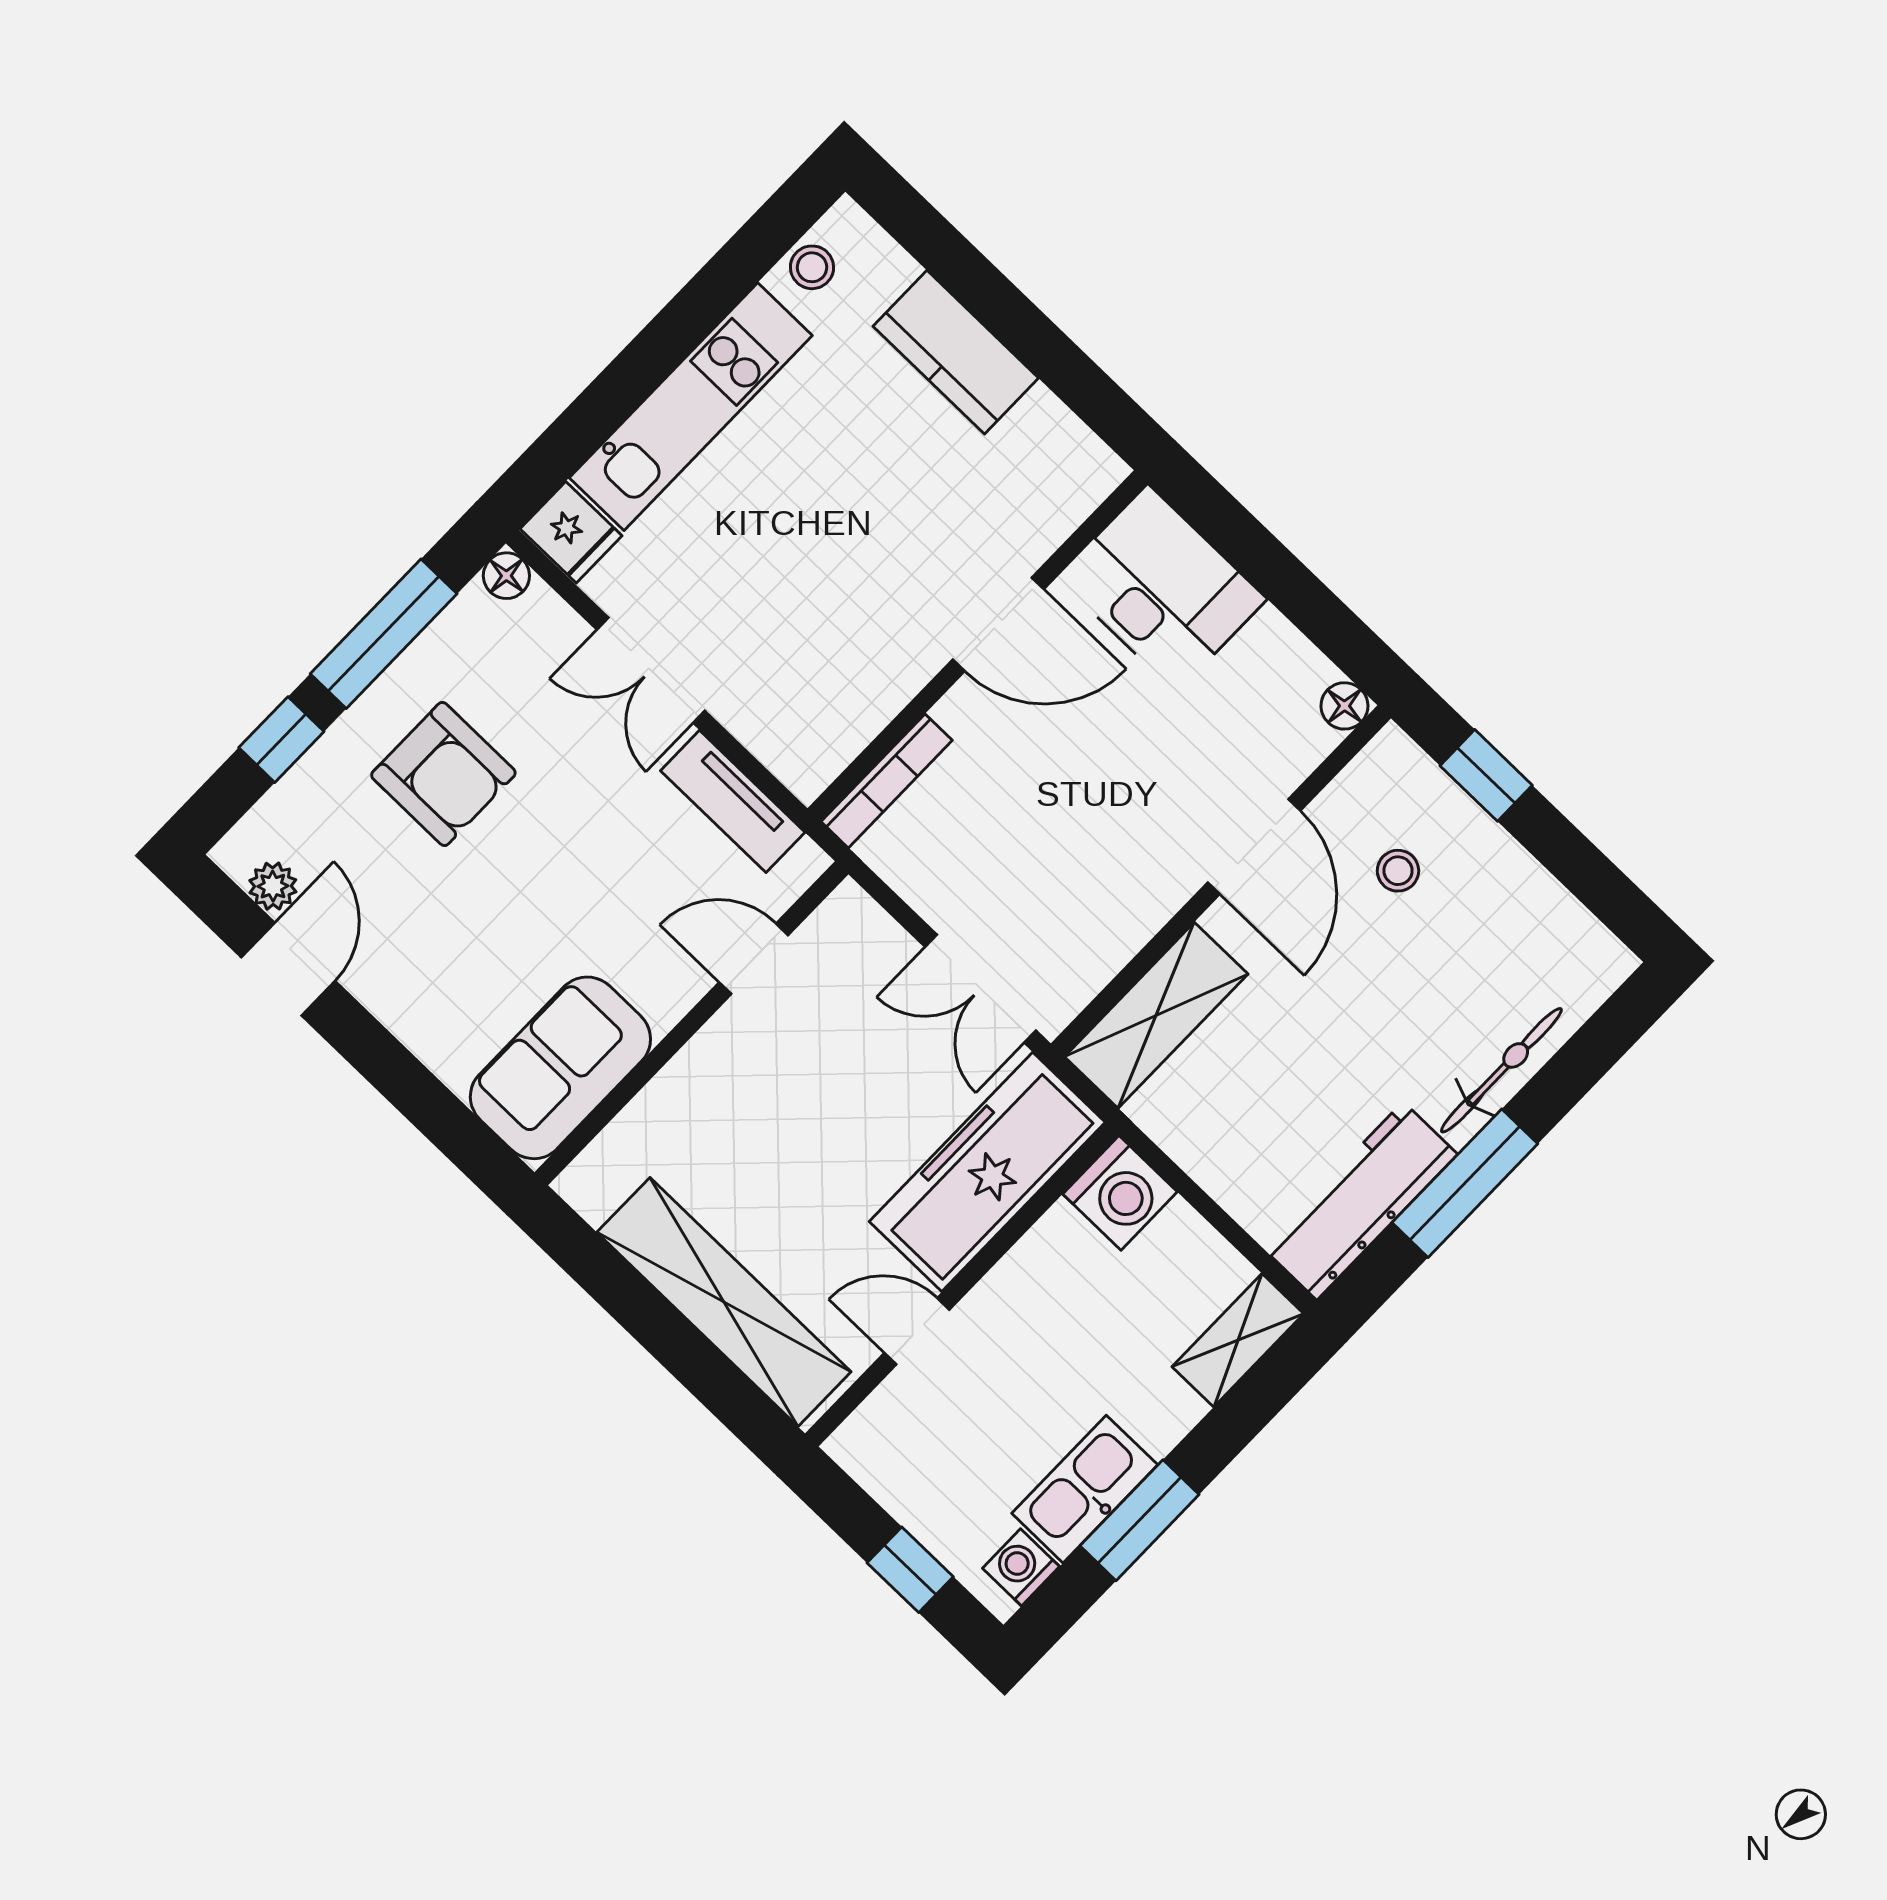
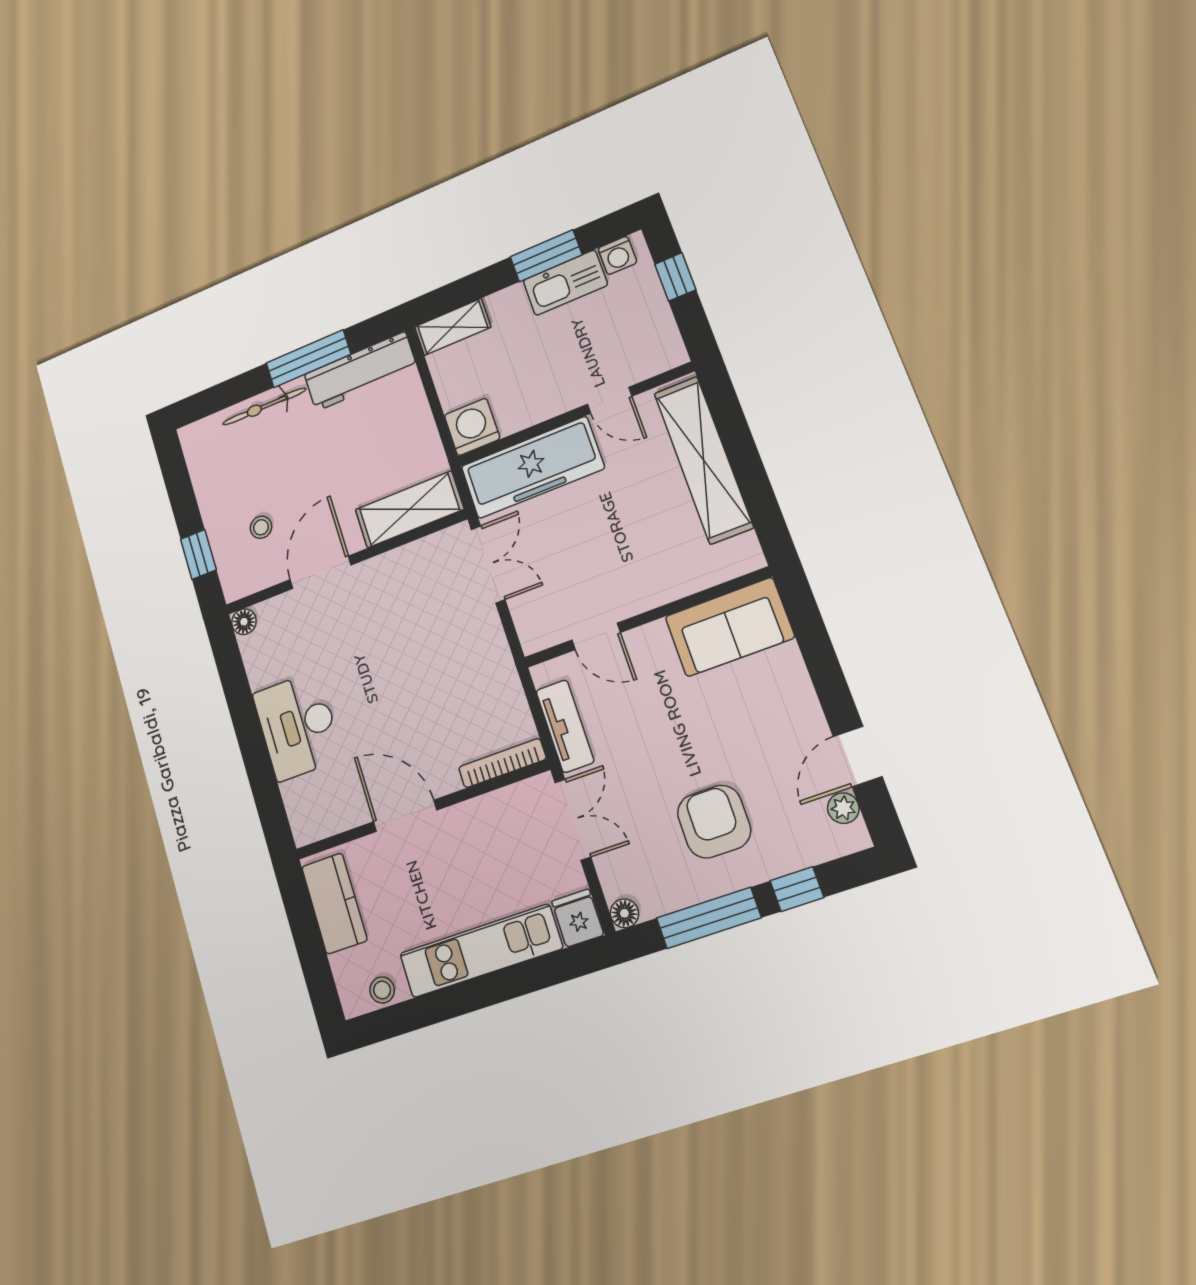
door: (998, 624) -> (405, 816), moved
wall: (977, 646) -> (421, 810), moved
bookcase: (887, 781) -> (502, 763), moved

